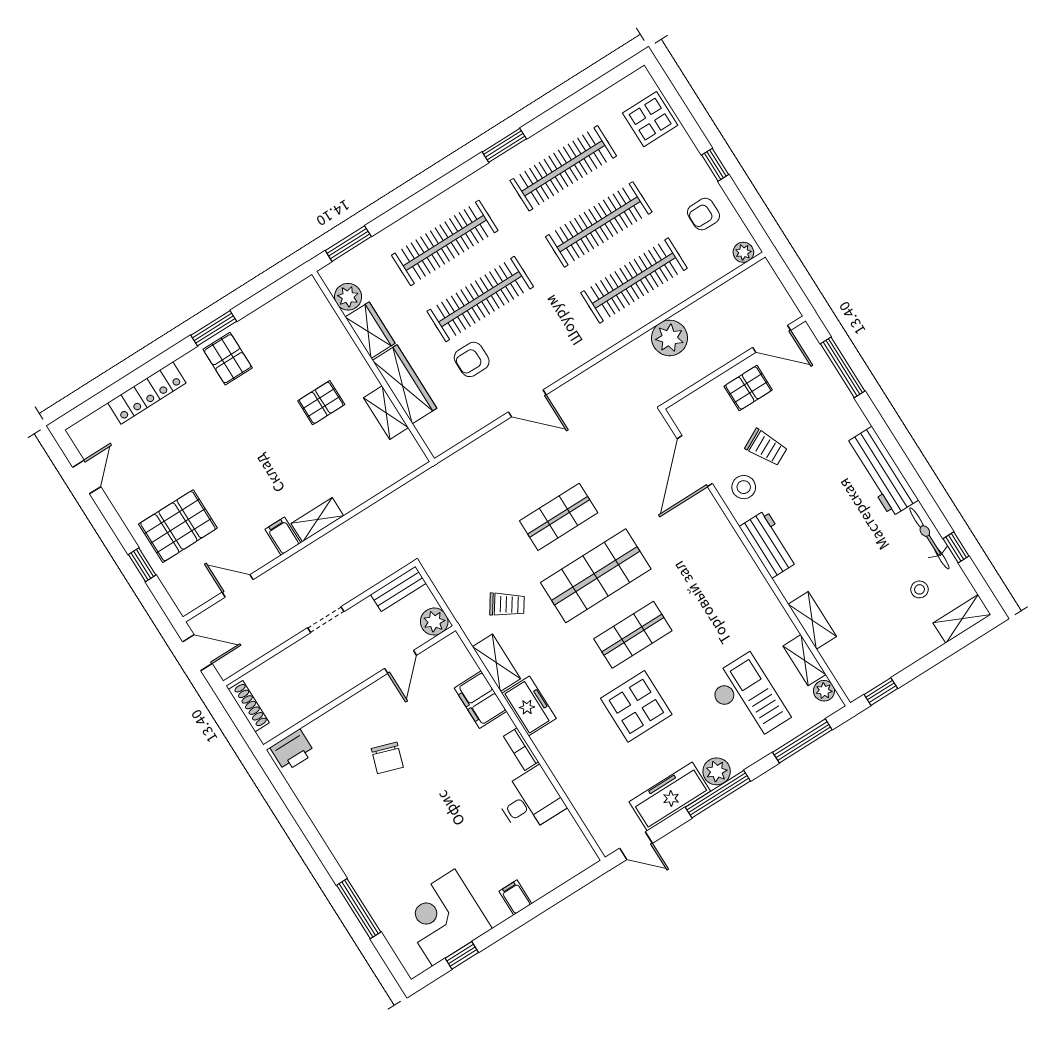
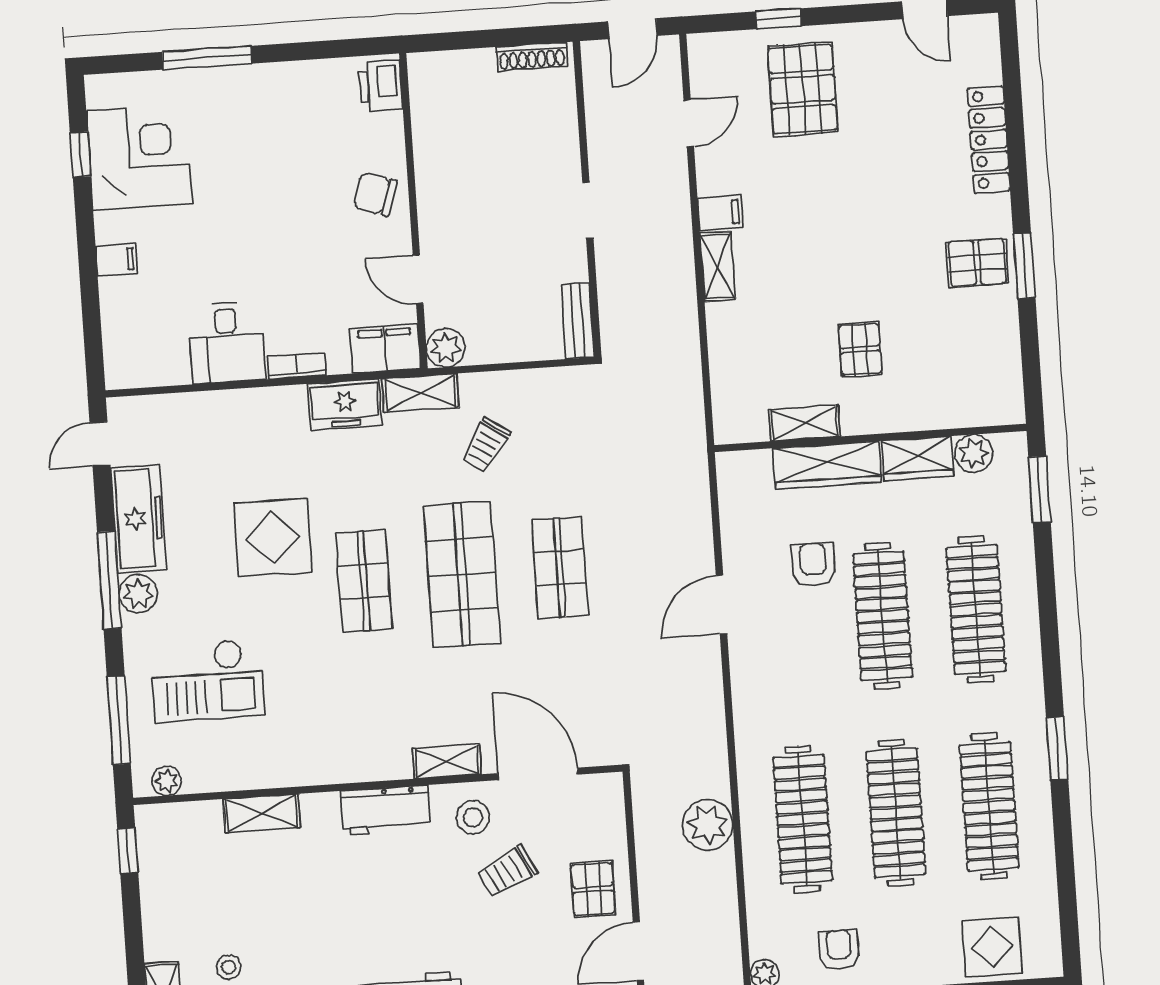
plant: (434, 622) -> (446, 348), moved
shelving: (805, 660) -> (447, 761), moved
door: (401, 662) -> (418, 279), moved
wall: (359, 688) -> (413, 211), moved
printer: (292, 750) -> (381, 86), moved

